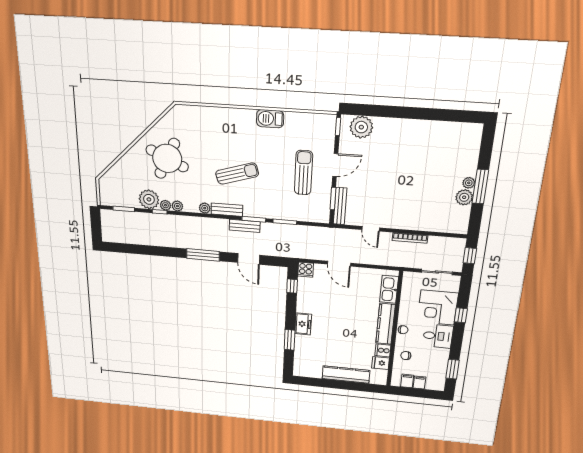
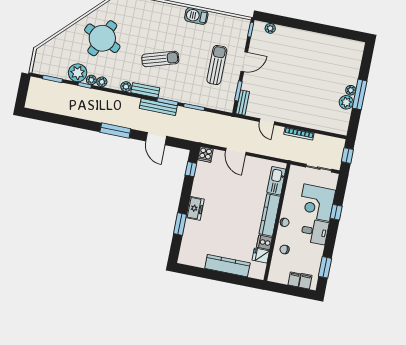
plant: (361, 127) -> (270, 28), width x0.53, depth x0.53
bench: (340, 206) -> (243, 103), width x0.73
bench: (245, 226) -> (158, 107), width x1.36
filing cabinet: (407, 381) -> (305, 281), moved

